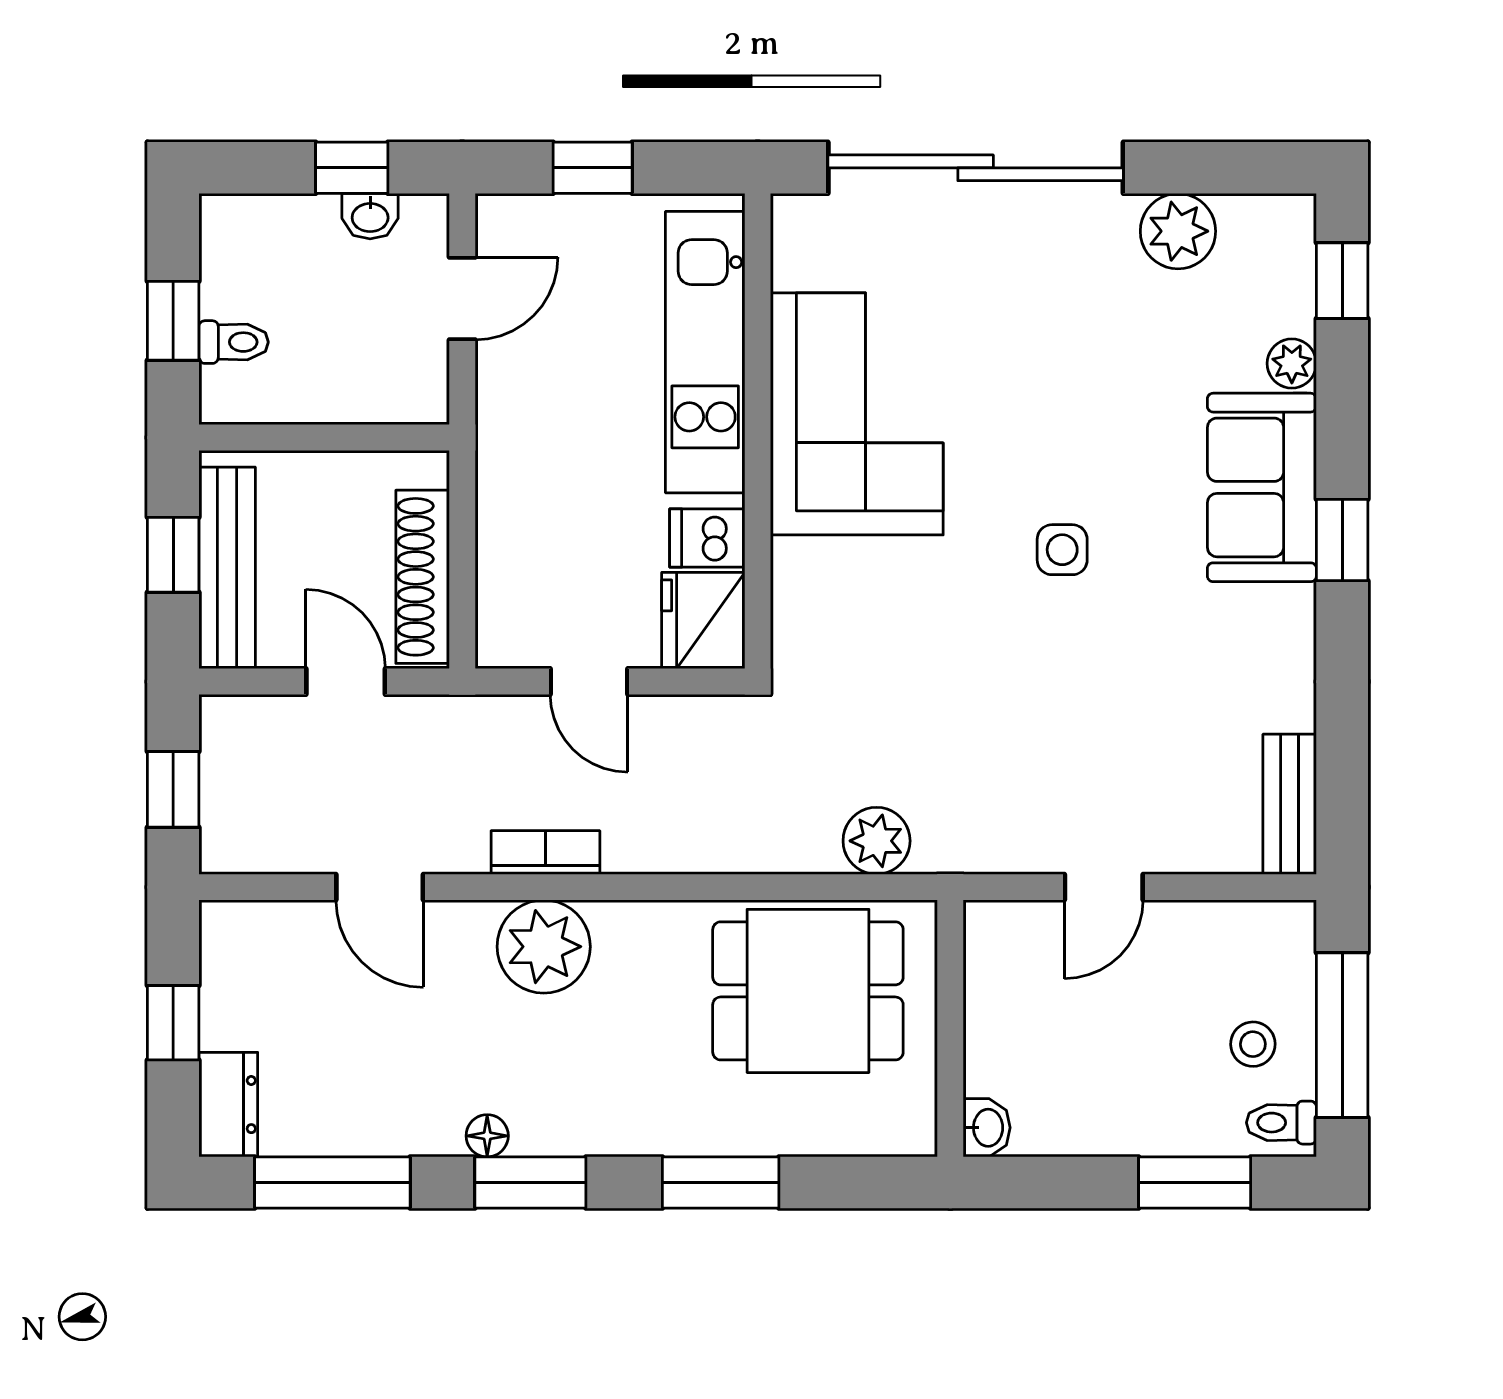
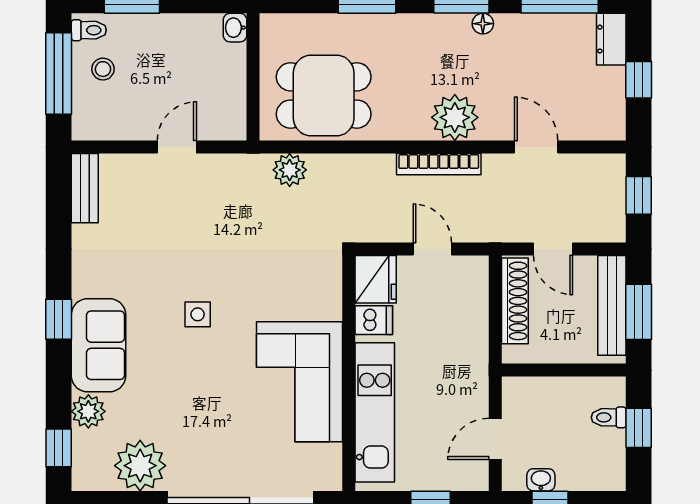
plant: (1178, 231) -> (140, 466), width x1.36, depth x1.36
plant: (1292, 363) -> (88, 411), width x1.38, depth x1.38
window: (173, 555) -> (639, 312), width x1.50
bookcase: (545, 853) -> (439, 164), width x1.56

